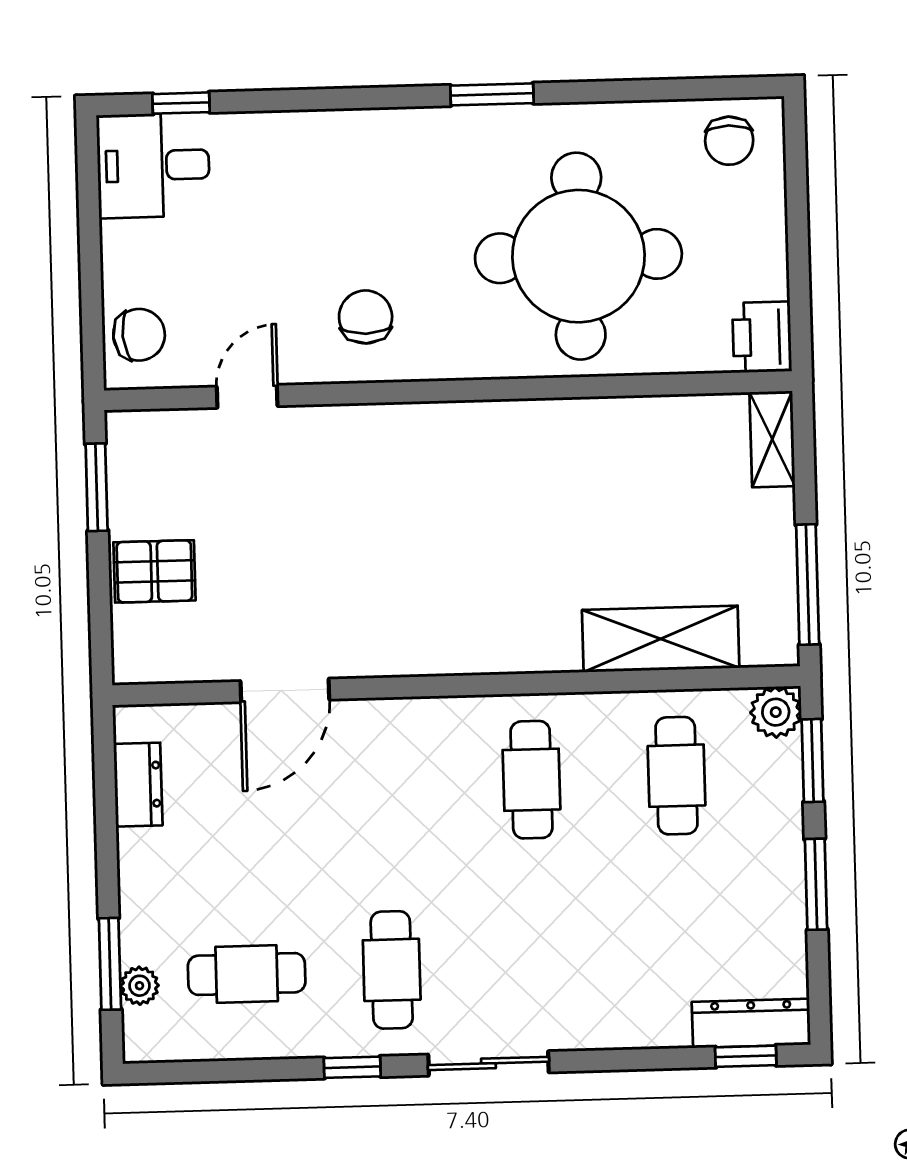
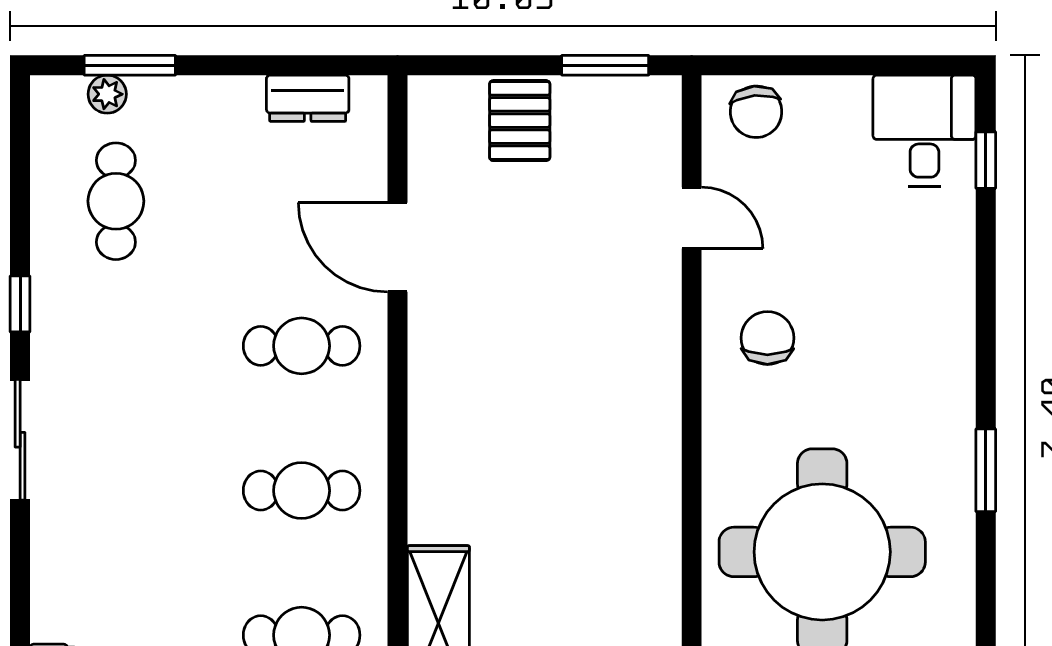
chair: (366, 317) -> (767, 338), turned -90
cafe table: (392, 970) -> (302, 346), moved

